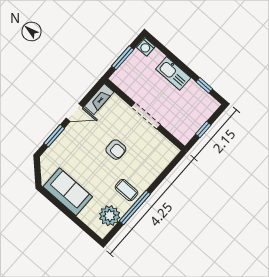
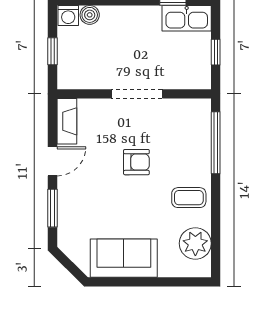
boiler: (157, 56) -> (90, 15), added
window: (123, 58) -> (53, 51), width x0.67
kitchen sink: (173, 73) -> (187, 18), moved
window: (135, 207) -> (216, 143), moved

